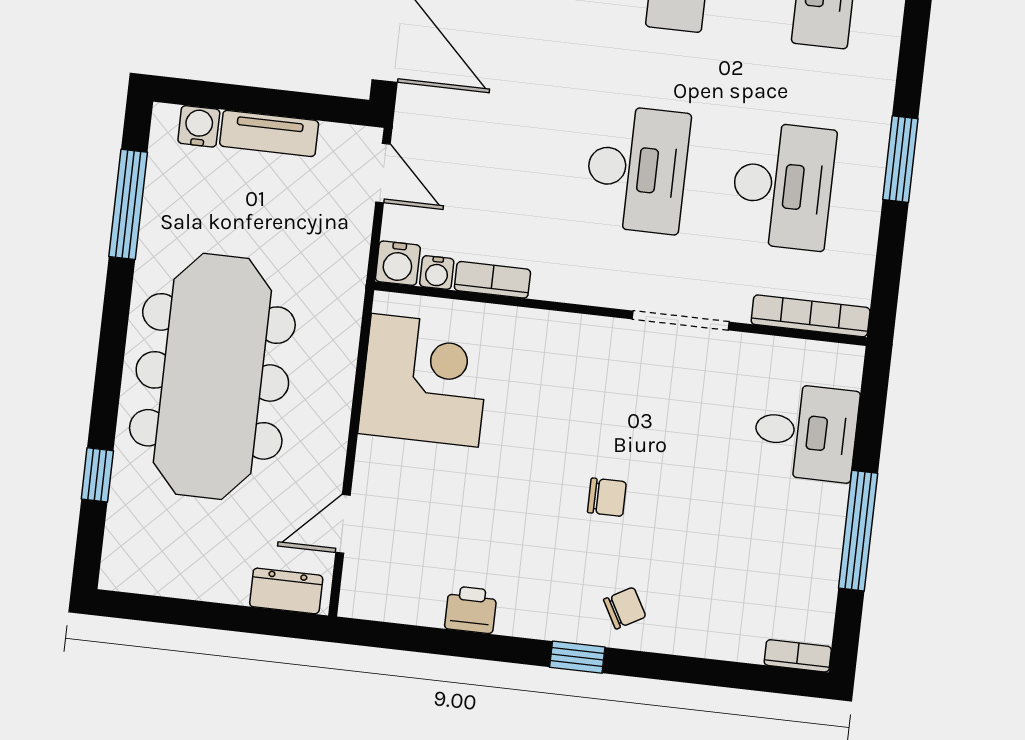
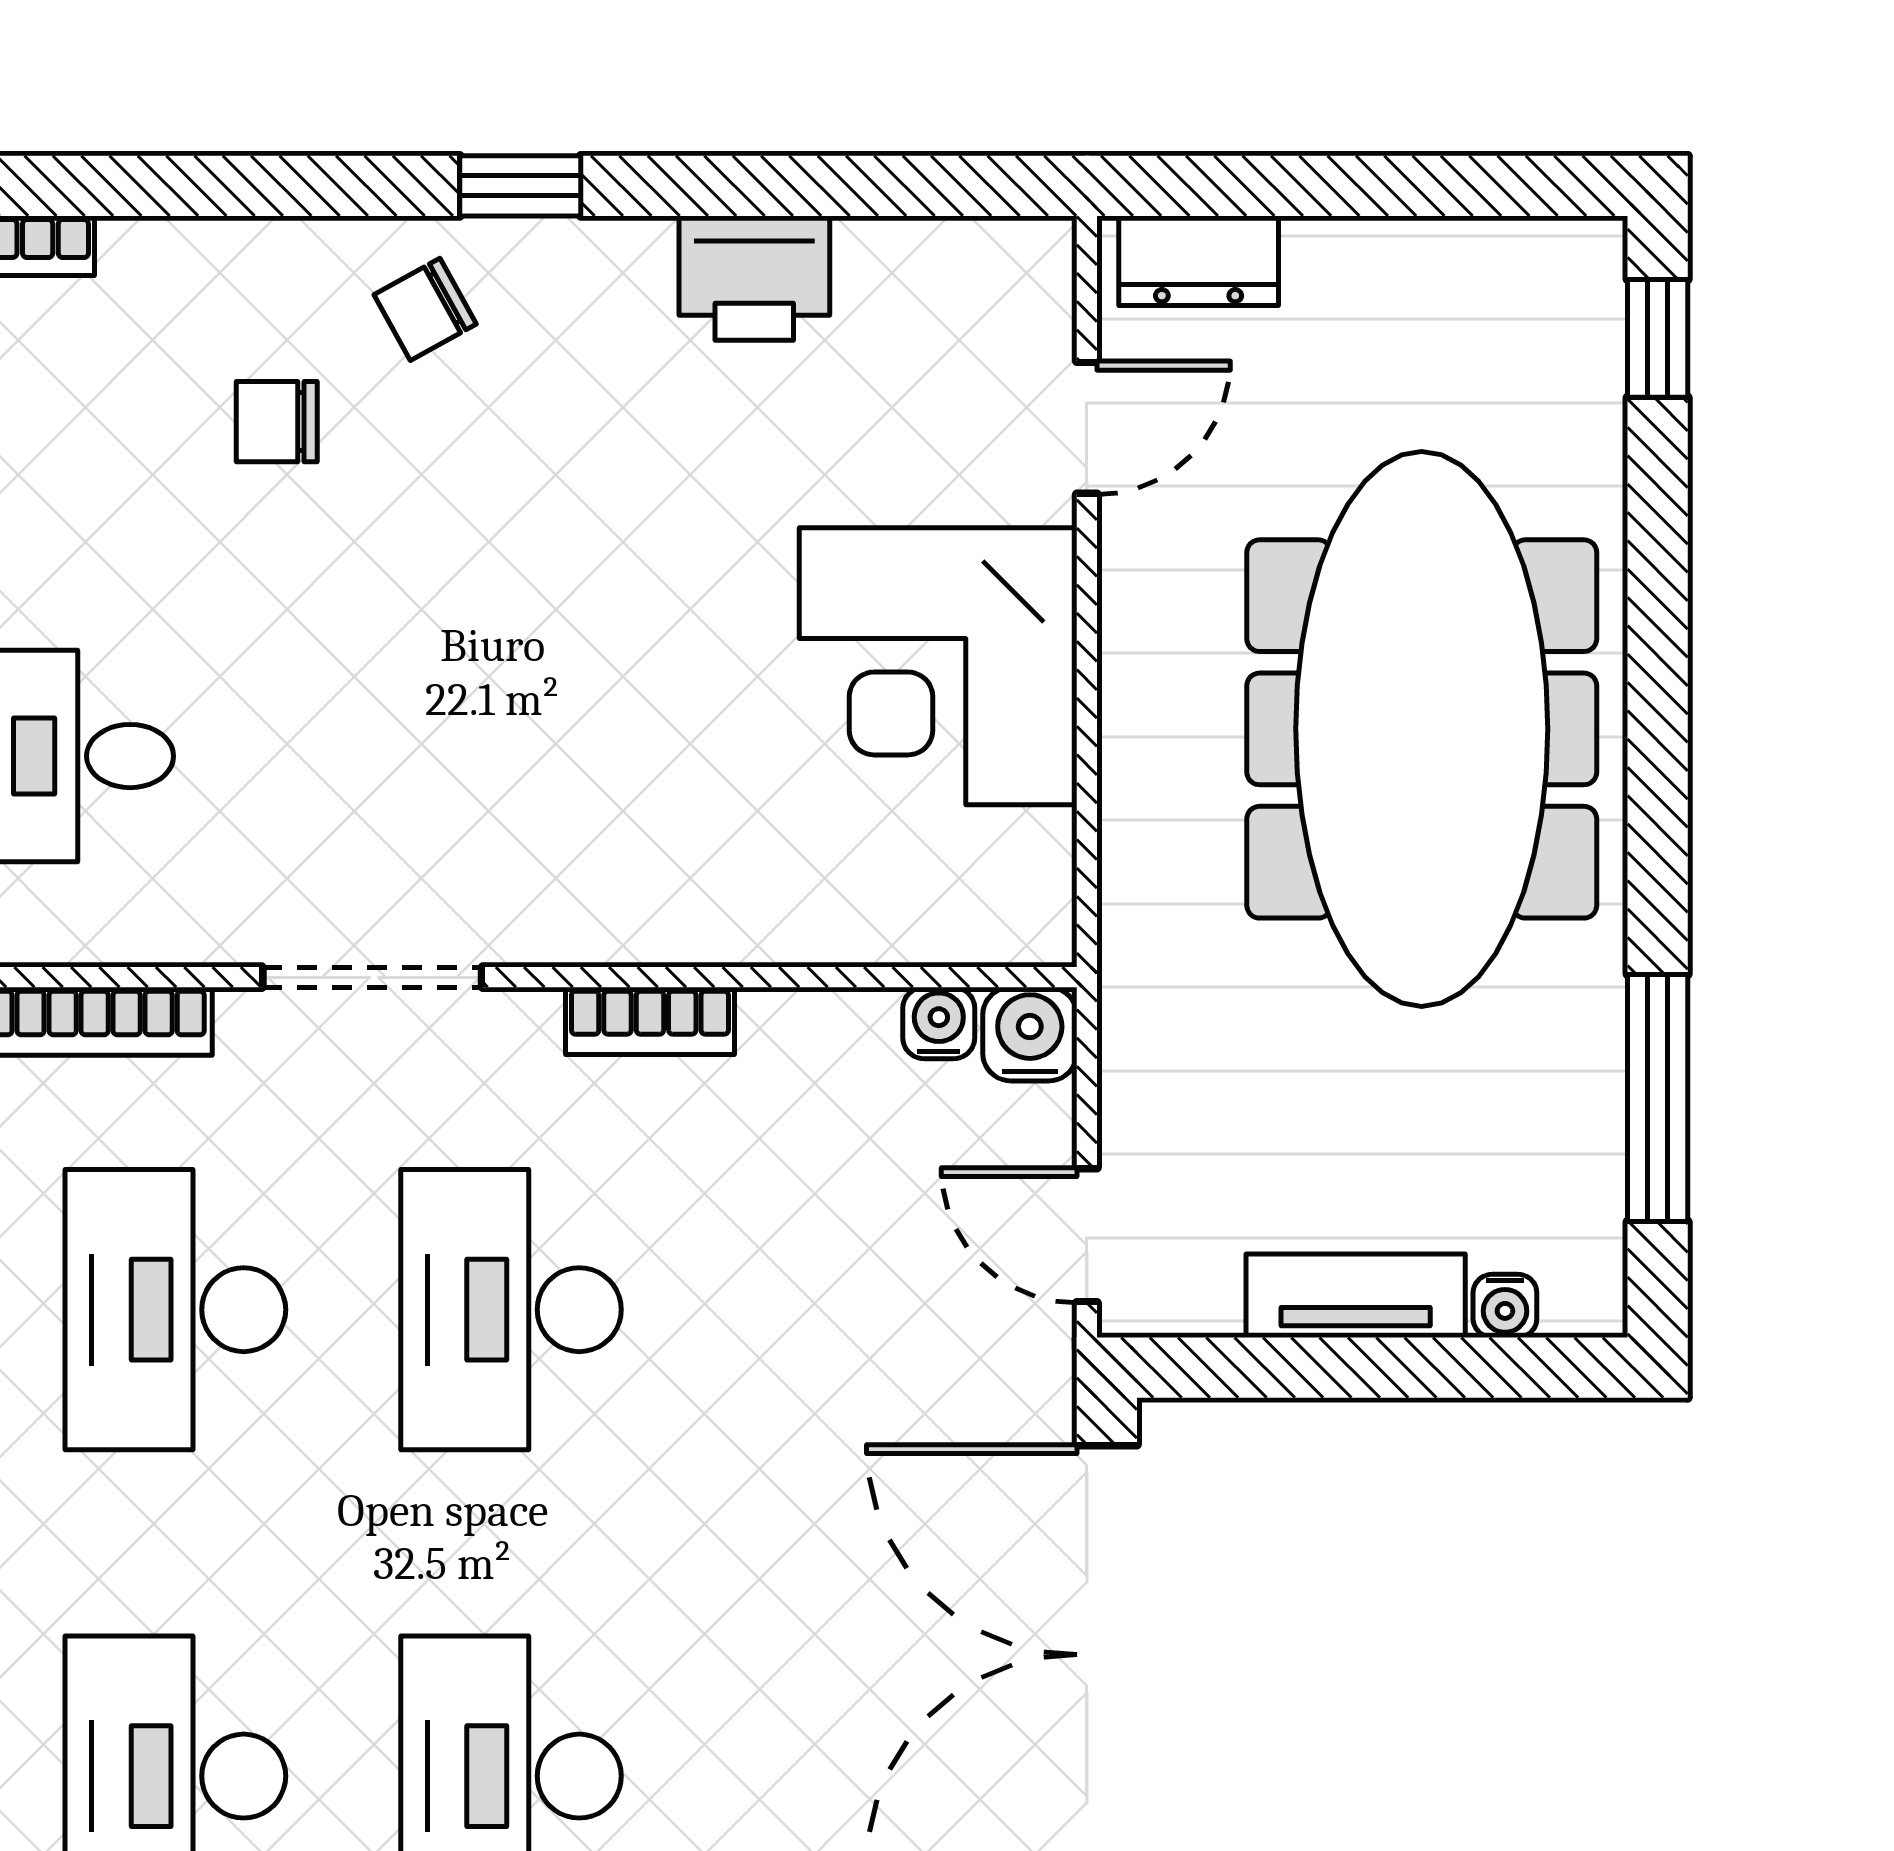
water cooler: (199, 126) -> (1505, 1306), width x0.72, depth x0.72
bookcase: (492, 280) -> (650, 1021), moved
corner desk: (425, 380) -> (938, 666), moved
window: (97, 475) -> (1658, 338), moved
chair: (607, 497) -> (277, 422), moved
printer: (471, 610) -> (754, 278), width x1.36, depth x1.24

